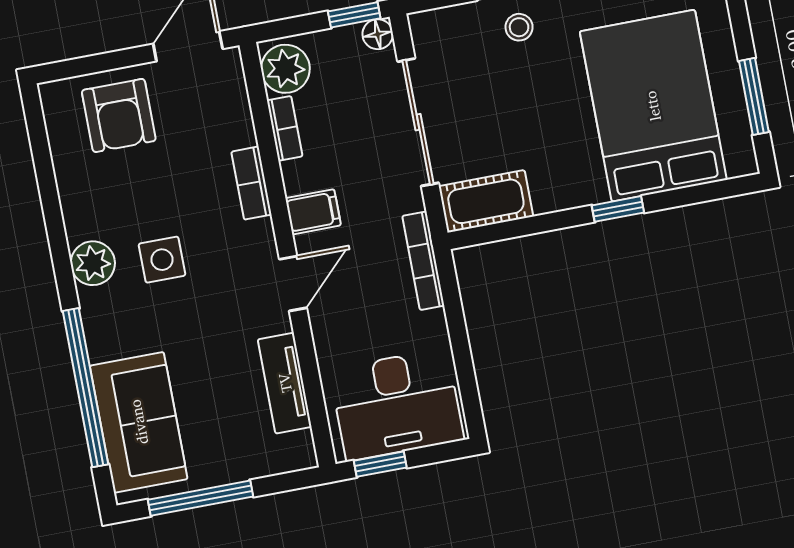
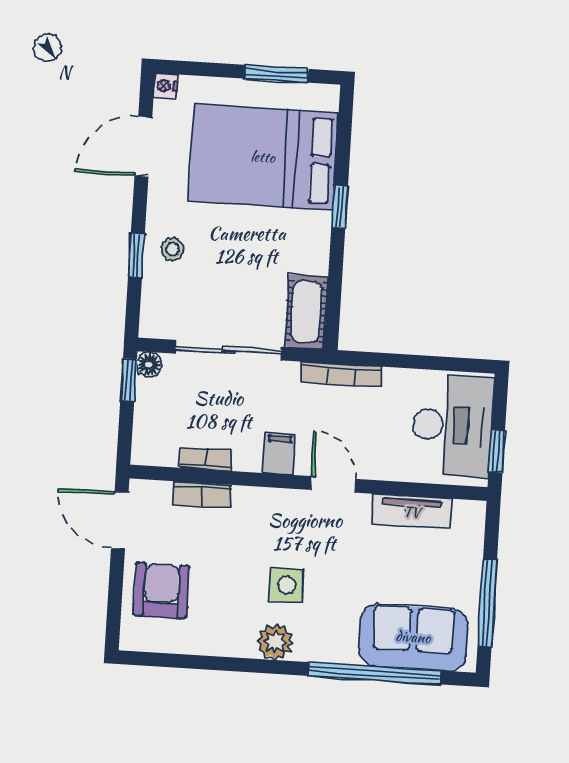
plant: (285, 69) -> (158, 446), removed
armchair: (119, 115) -> (161, 590), turned -90
bookcase: (251, 183) -> (202, 495), moved

